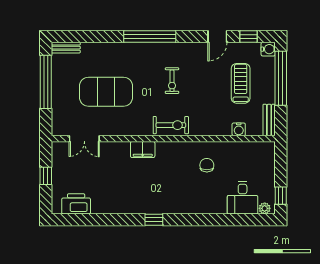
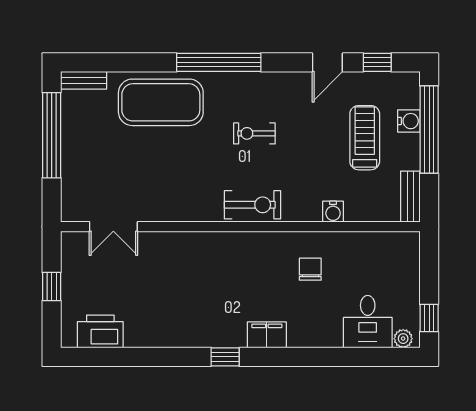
water cooler: (268, 49) -> (409, 121), moved
exercise bike: (172, 81) -> (254, 133), turned 90
exercise mat: (106, 92) -> (161, 102), moved
water cooler: (239, 129) -> (333, 212), moved
filing cabinet: (143, 150) -> (267, 335), moved, turned 180

